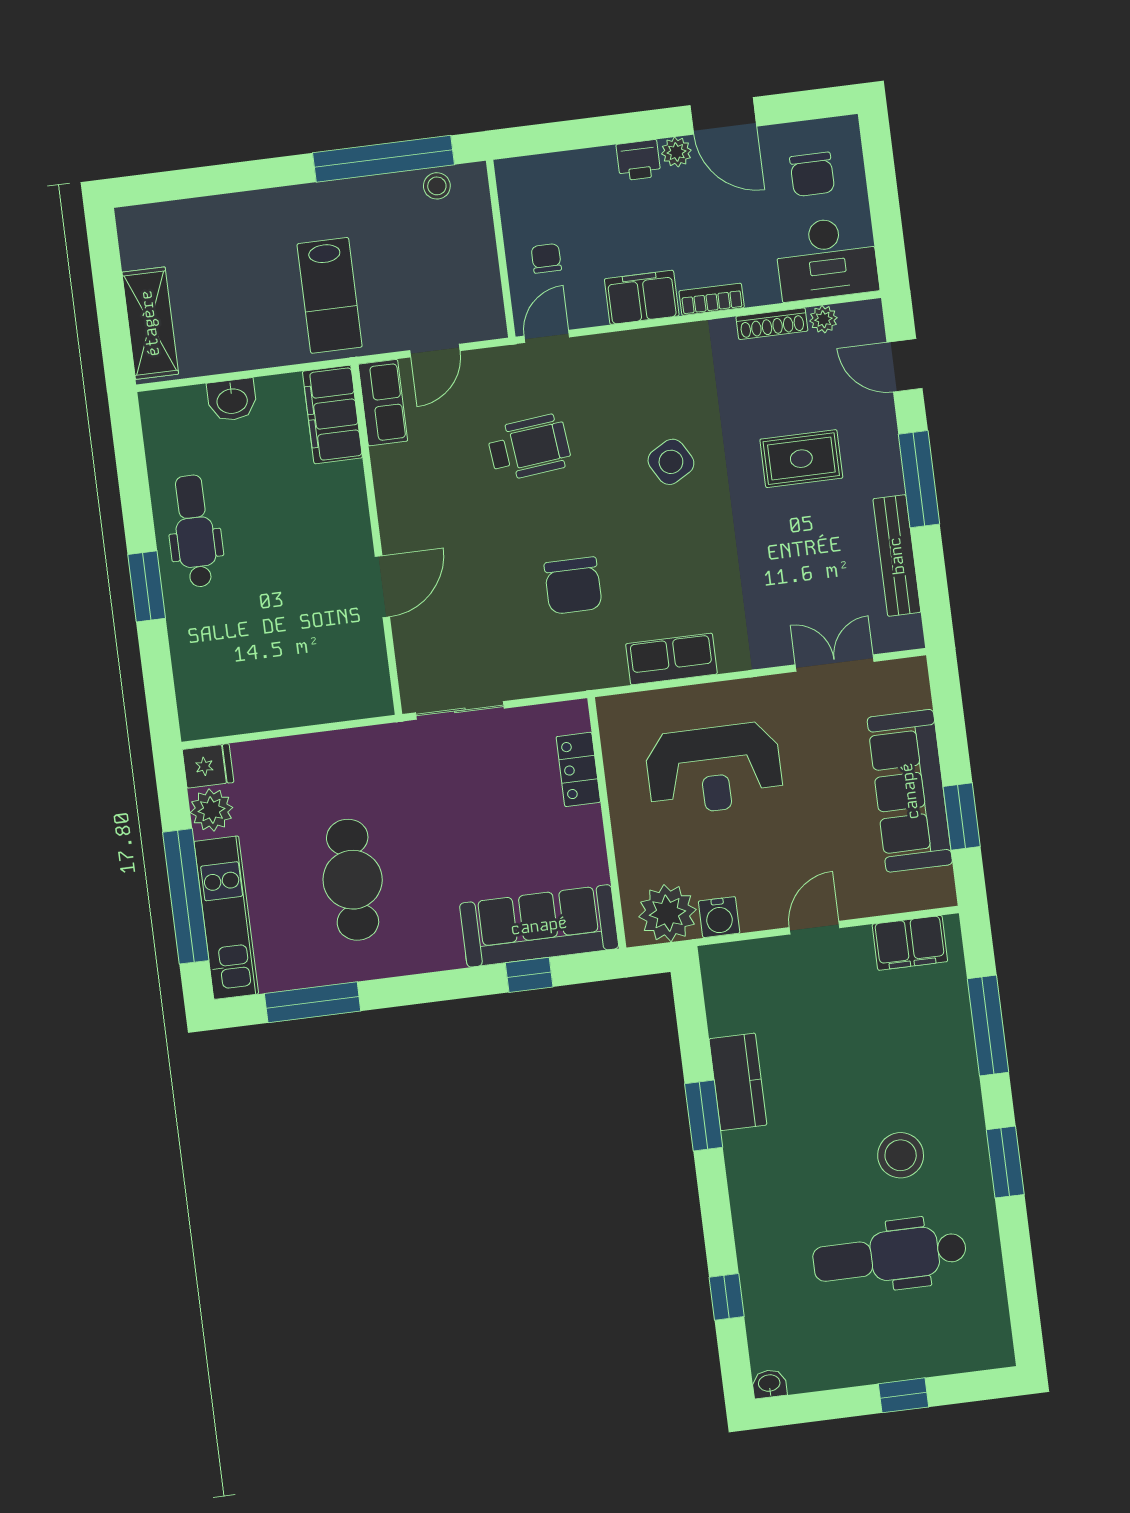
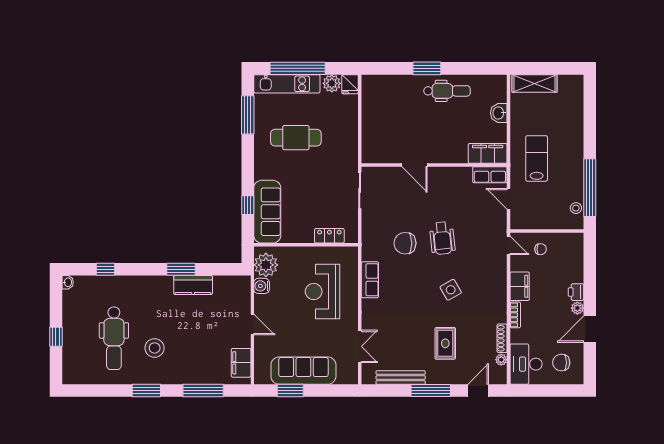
lab bench: (330, 295) -> (537, 158), turned 90
wheelchair: (529, 447) -> (442, 238), moved
dental chair: (890, 1256) -> (114, 338), turned 180

